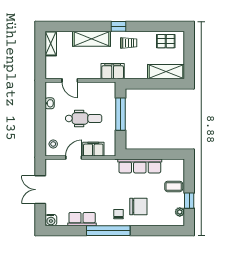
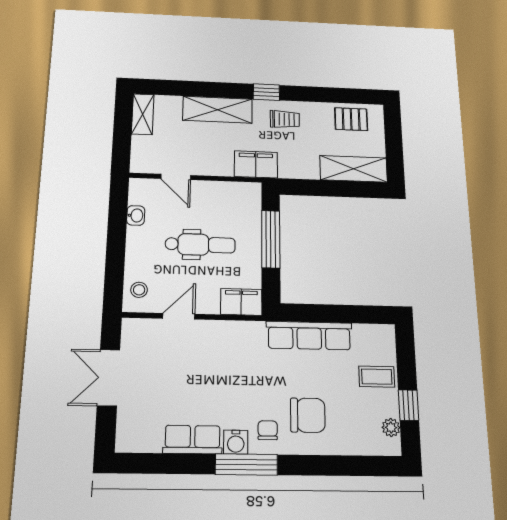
filing cabinet: (93, 149) -> (241, 302), moved
water cooler: (51, 220) -> (236, 442), moved
window: (108, 231) -> (246, 464), width x0.68

